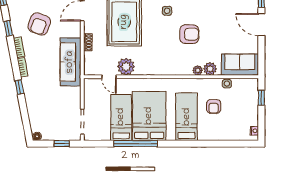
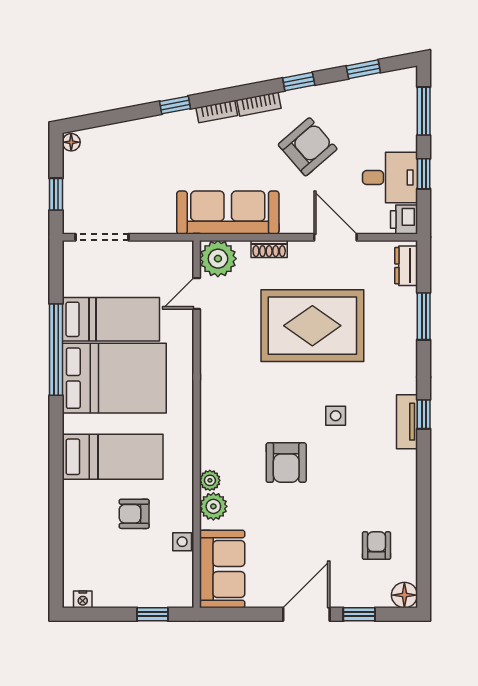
armchair: (39, 24) -> (308, 147), turned 119
plant: (126, 67) -> (218, 259), moved

